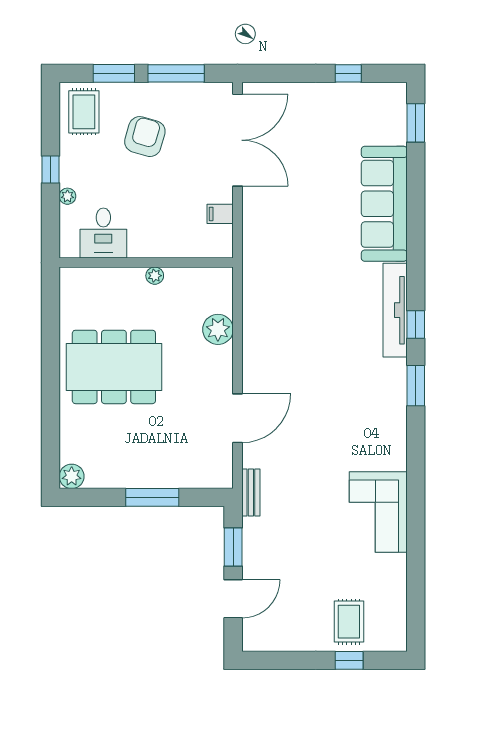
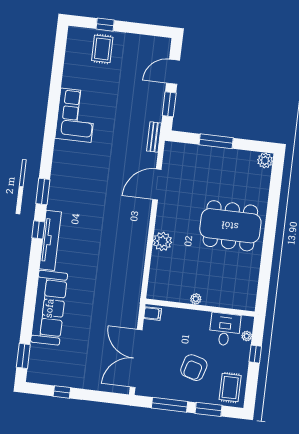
desk: (103, 233) -> (225, 329), moved
wall: (146, 263) -> (200, 308), moved
plant: (155, 276) -> (196, 299), moved

